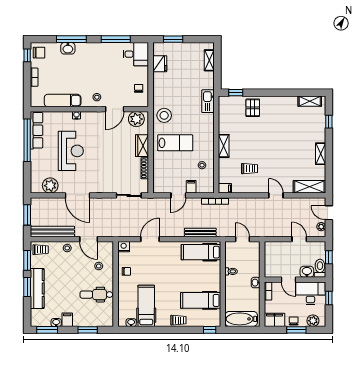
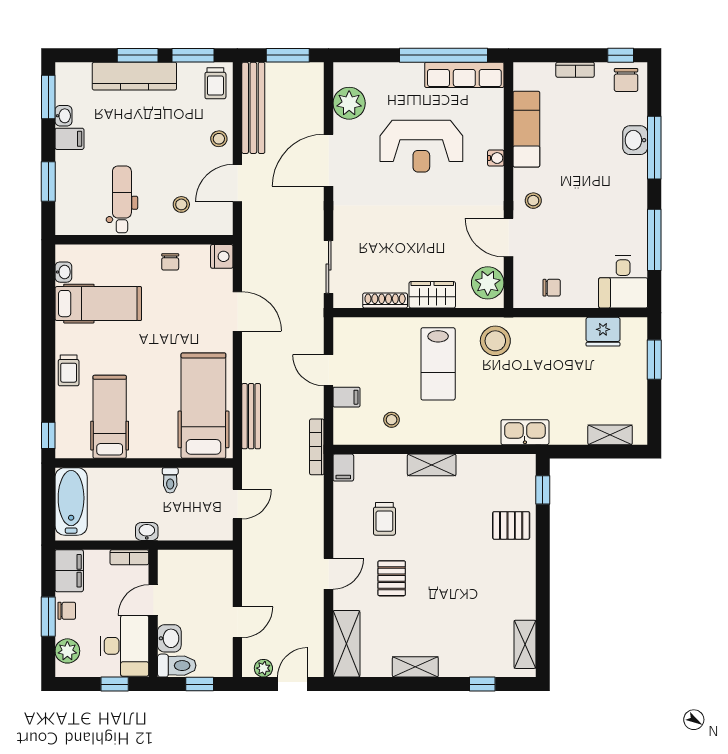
pallet: (278, 165) -> (392, 578), added
hospital bed: (201, 252) -> (203, 406), width x1.37, depth x1.29

